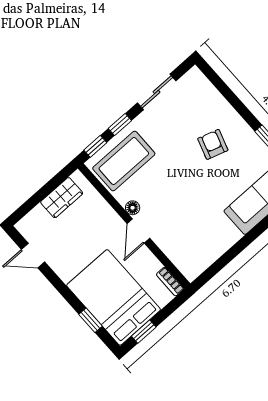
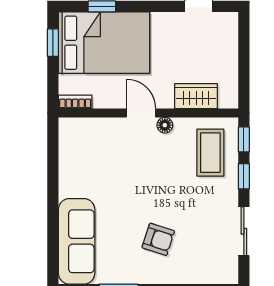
coffee table: (124, 161) -> (210, 153), width x0.73, depth x0.76
wardrobe: (62, 198) -> (196, 96), moved, turned 90

